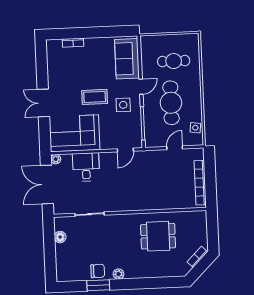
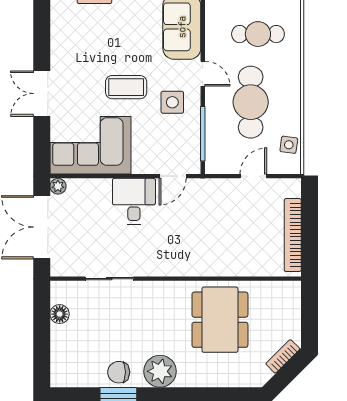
door: (141, 87) -> (203, 74), hinge flipped
desk: (86, 167) -> (134, 201), moved
dining table: (158, 236) -> (220, 320), width x1.38
chair: (98, 271) -> (119, 372), turned 180
plant: (118, 274) -> (160, 371), width x1.88, depth x1.88

